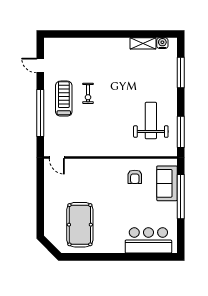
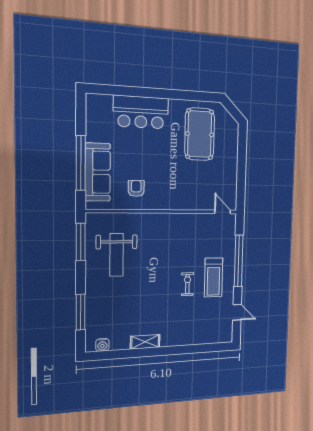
shelving: (143, 43) -> (145, 342), moved
sofa: (167, 183) -> (98, 172), width x1.36
bar counter: (148, 240) -> (141, 112), moved

